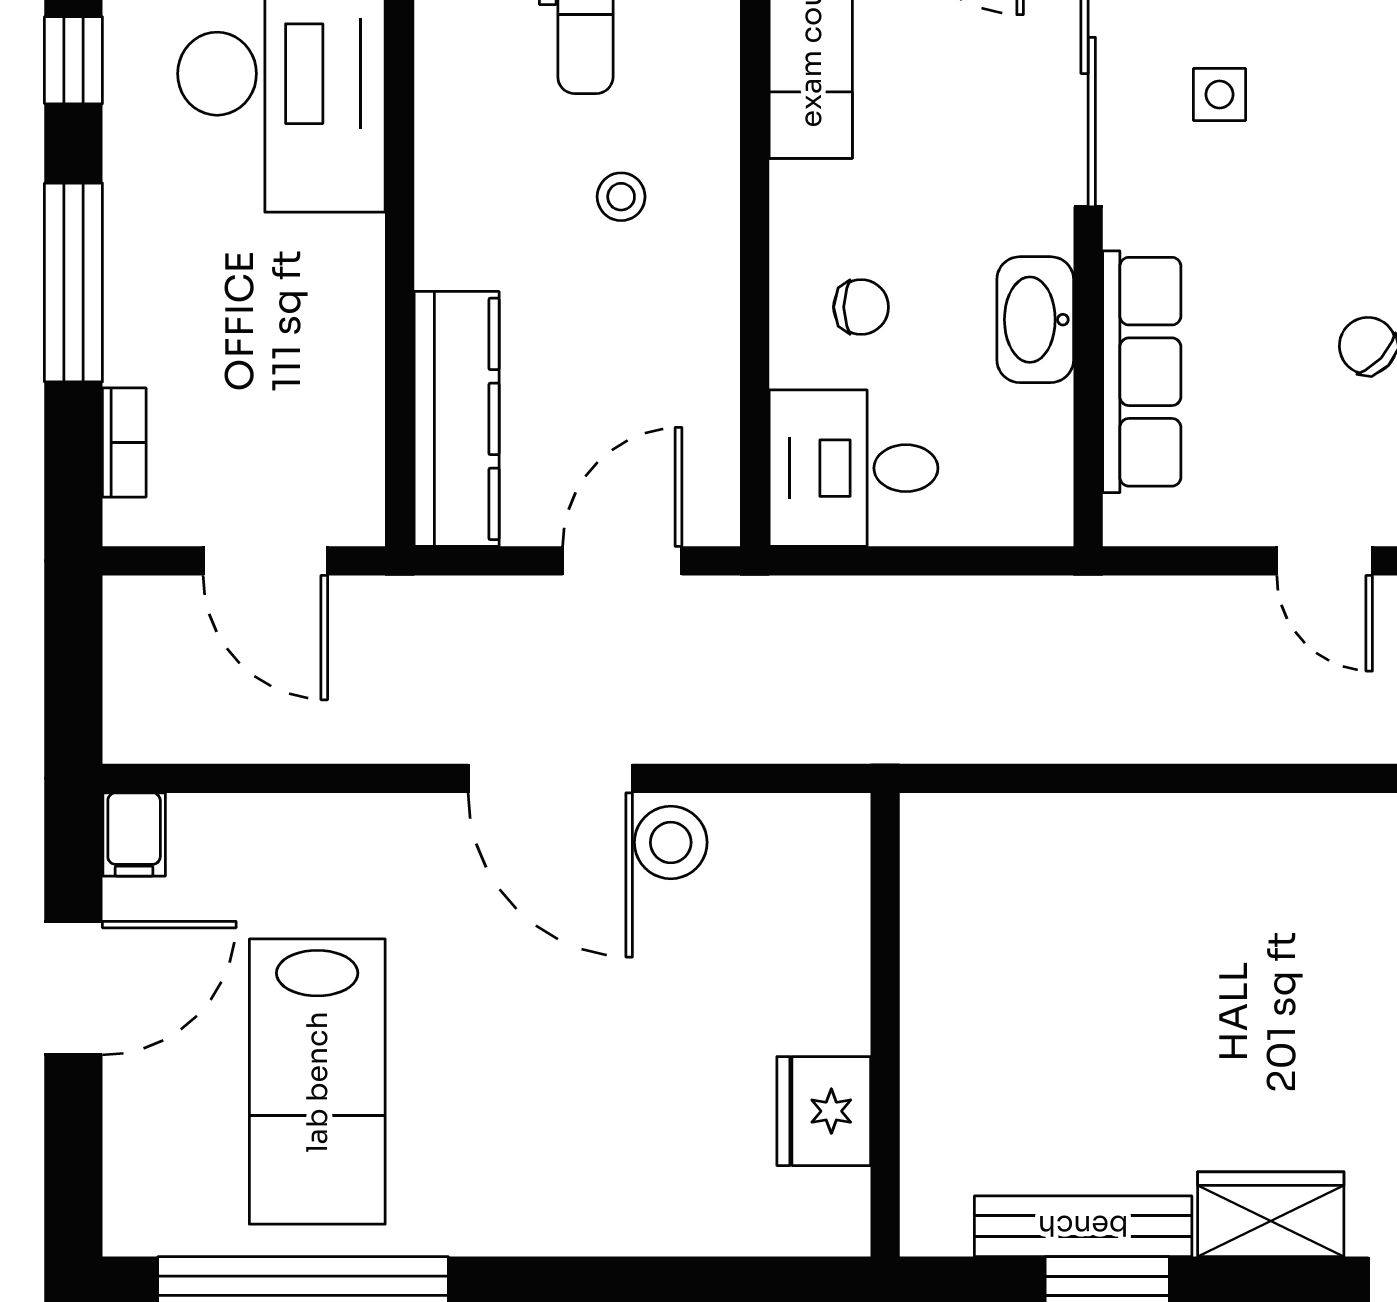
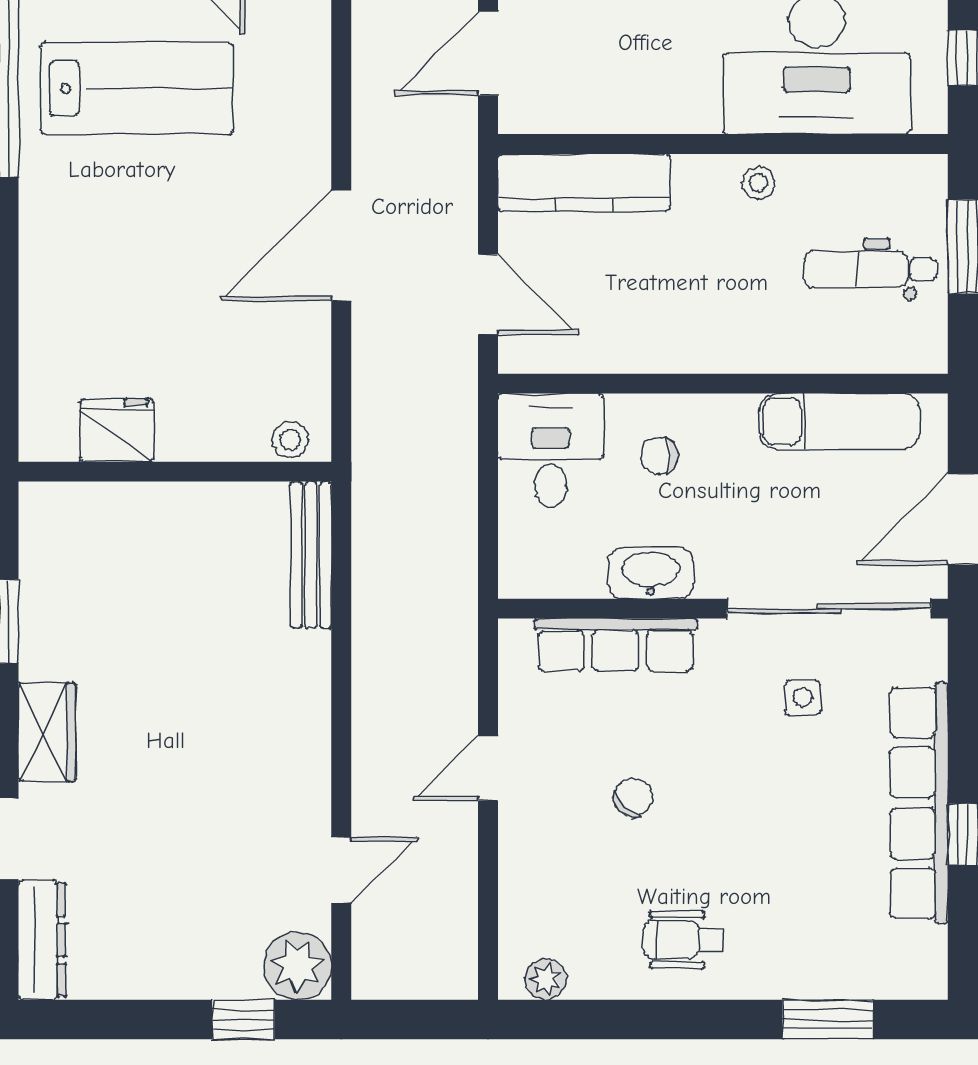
stool: (621, 197) -> (758, 183), moved
chair: (861, 307) -> (659, 455), turned 90
stool: (671, 842) -> (290, 440), moved, width x0.73, depth x0.73
lab bench: (317, 1082) -> (137, 88), turned 180
bench: (1083, 1226) -> (311, 555), moved

